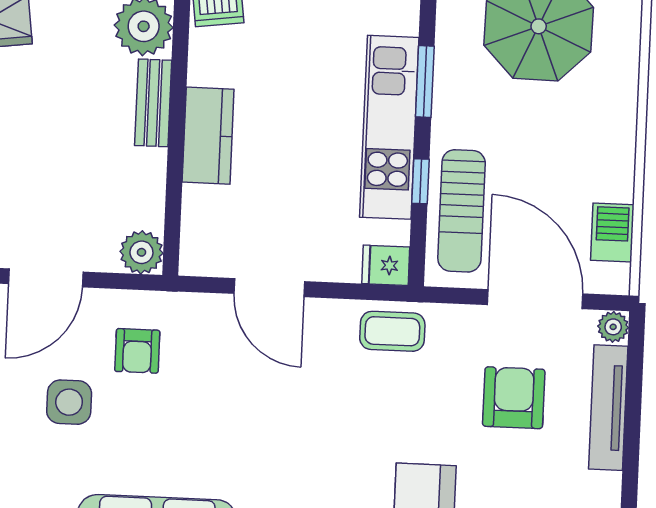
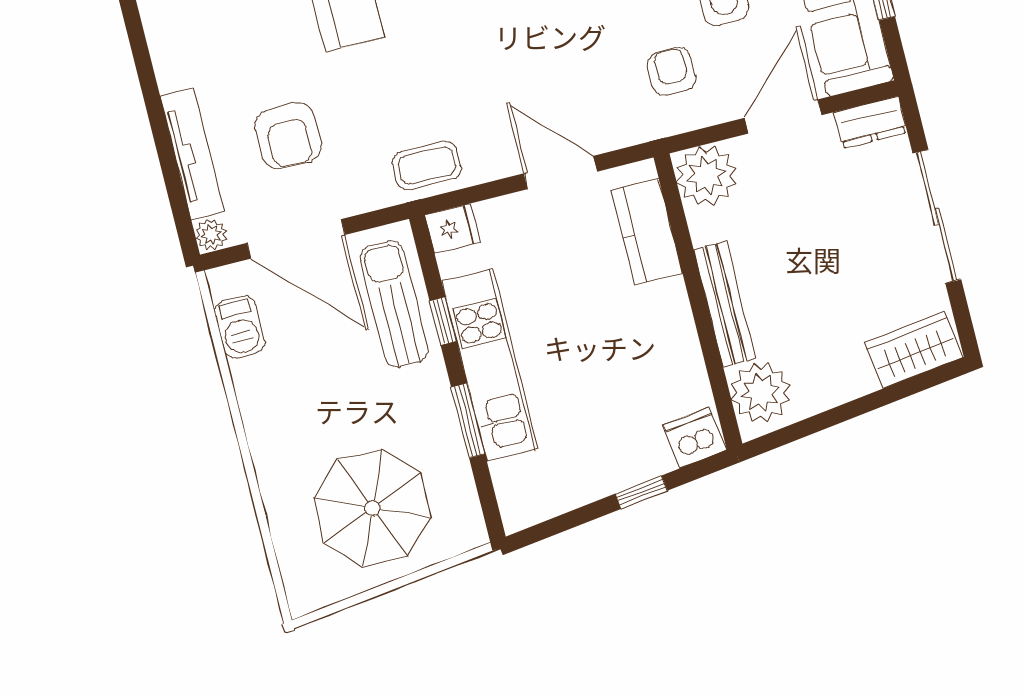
bench: (153, 103) -> (725, 304), width x1.36
kitchen counter: (208, 136) -> (647, 232), moved
plant: (141, 252) -> (706, 176), width x1.36, depth x1.36

